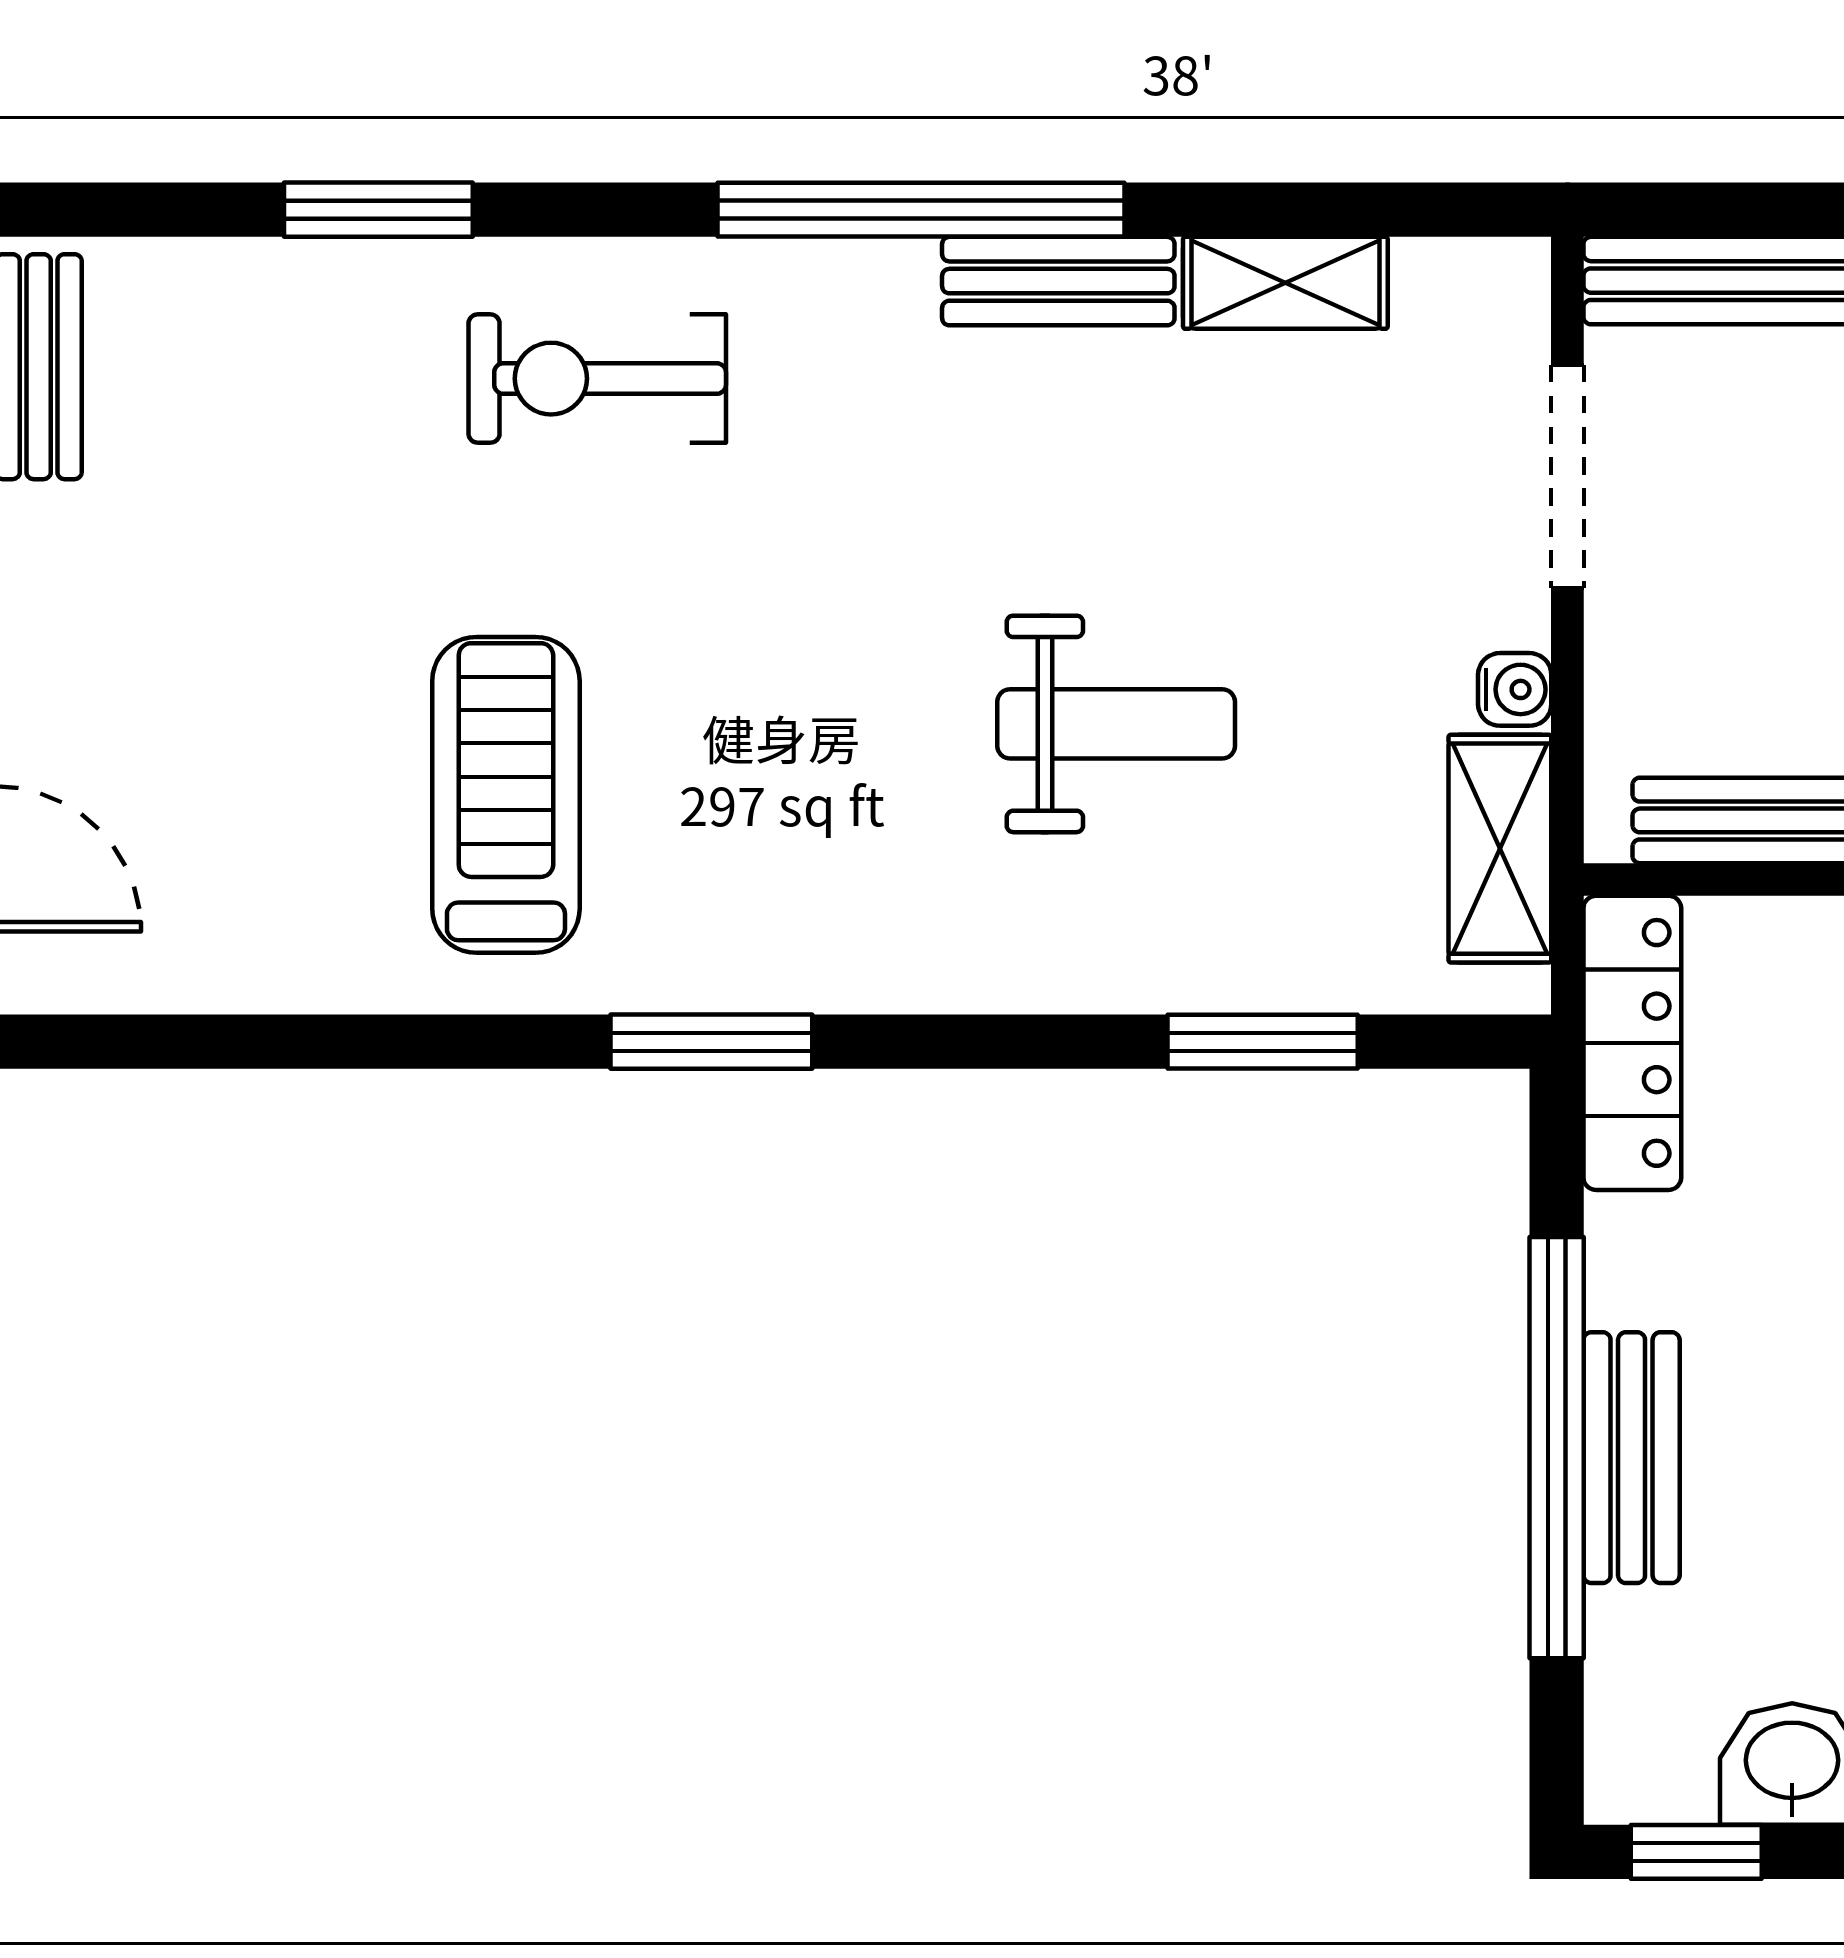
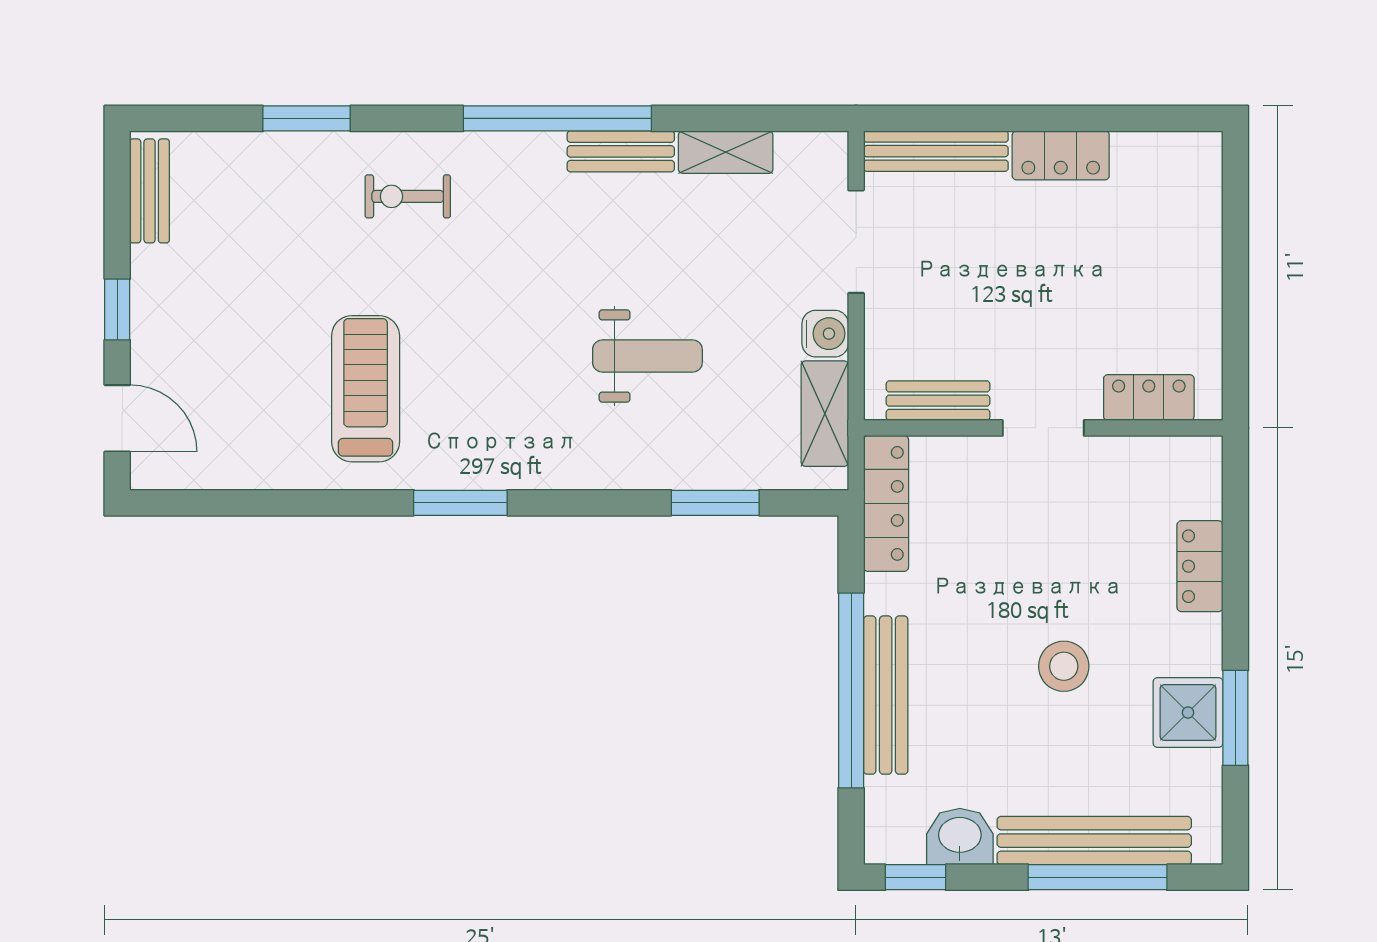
exercise bike: (597, 379) -> (408, 196), width x0.73, depth x0.72
water cooler: (1515, 689) -> (825, 334), width x1.38, depth x1.38
bench: (1632, 1458) -> (886, 695), width x1.36

